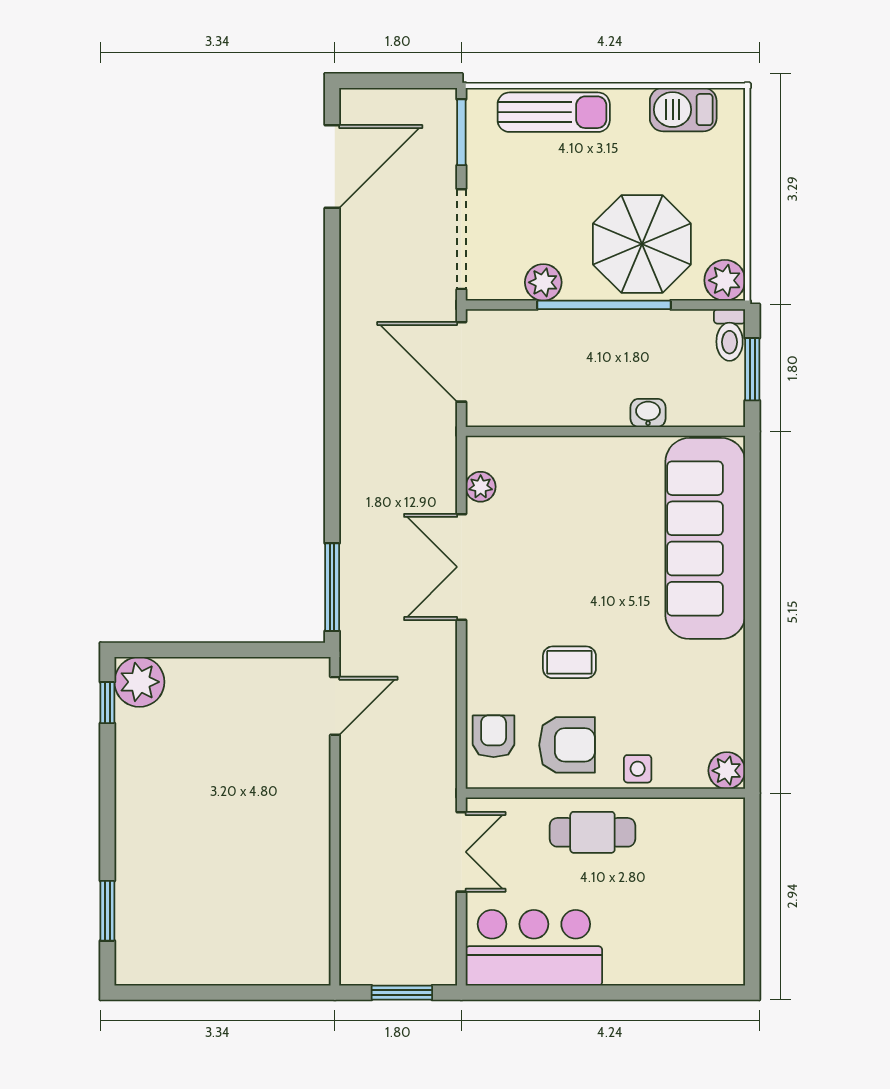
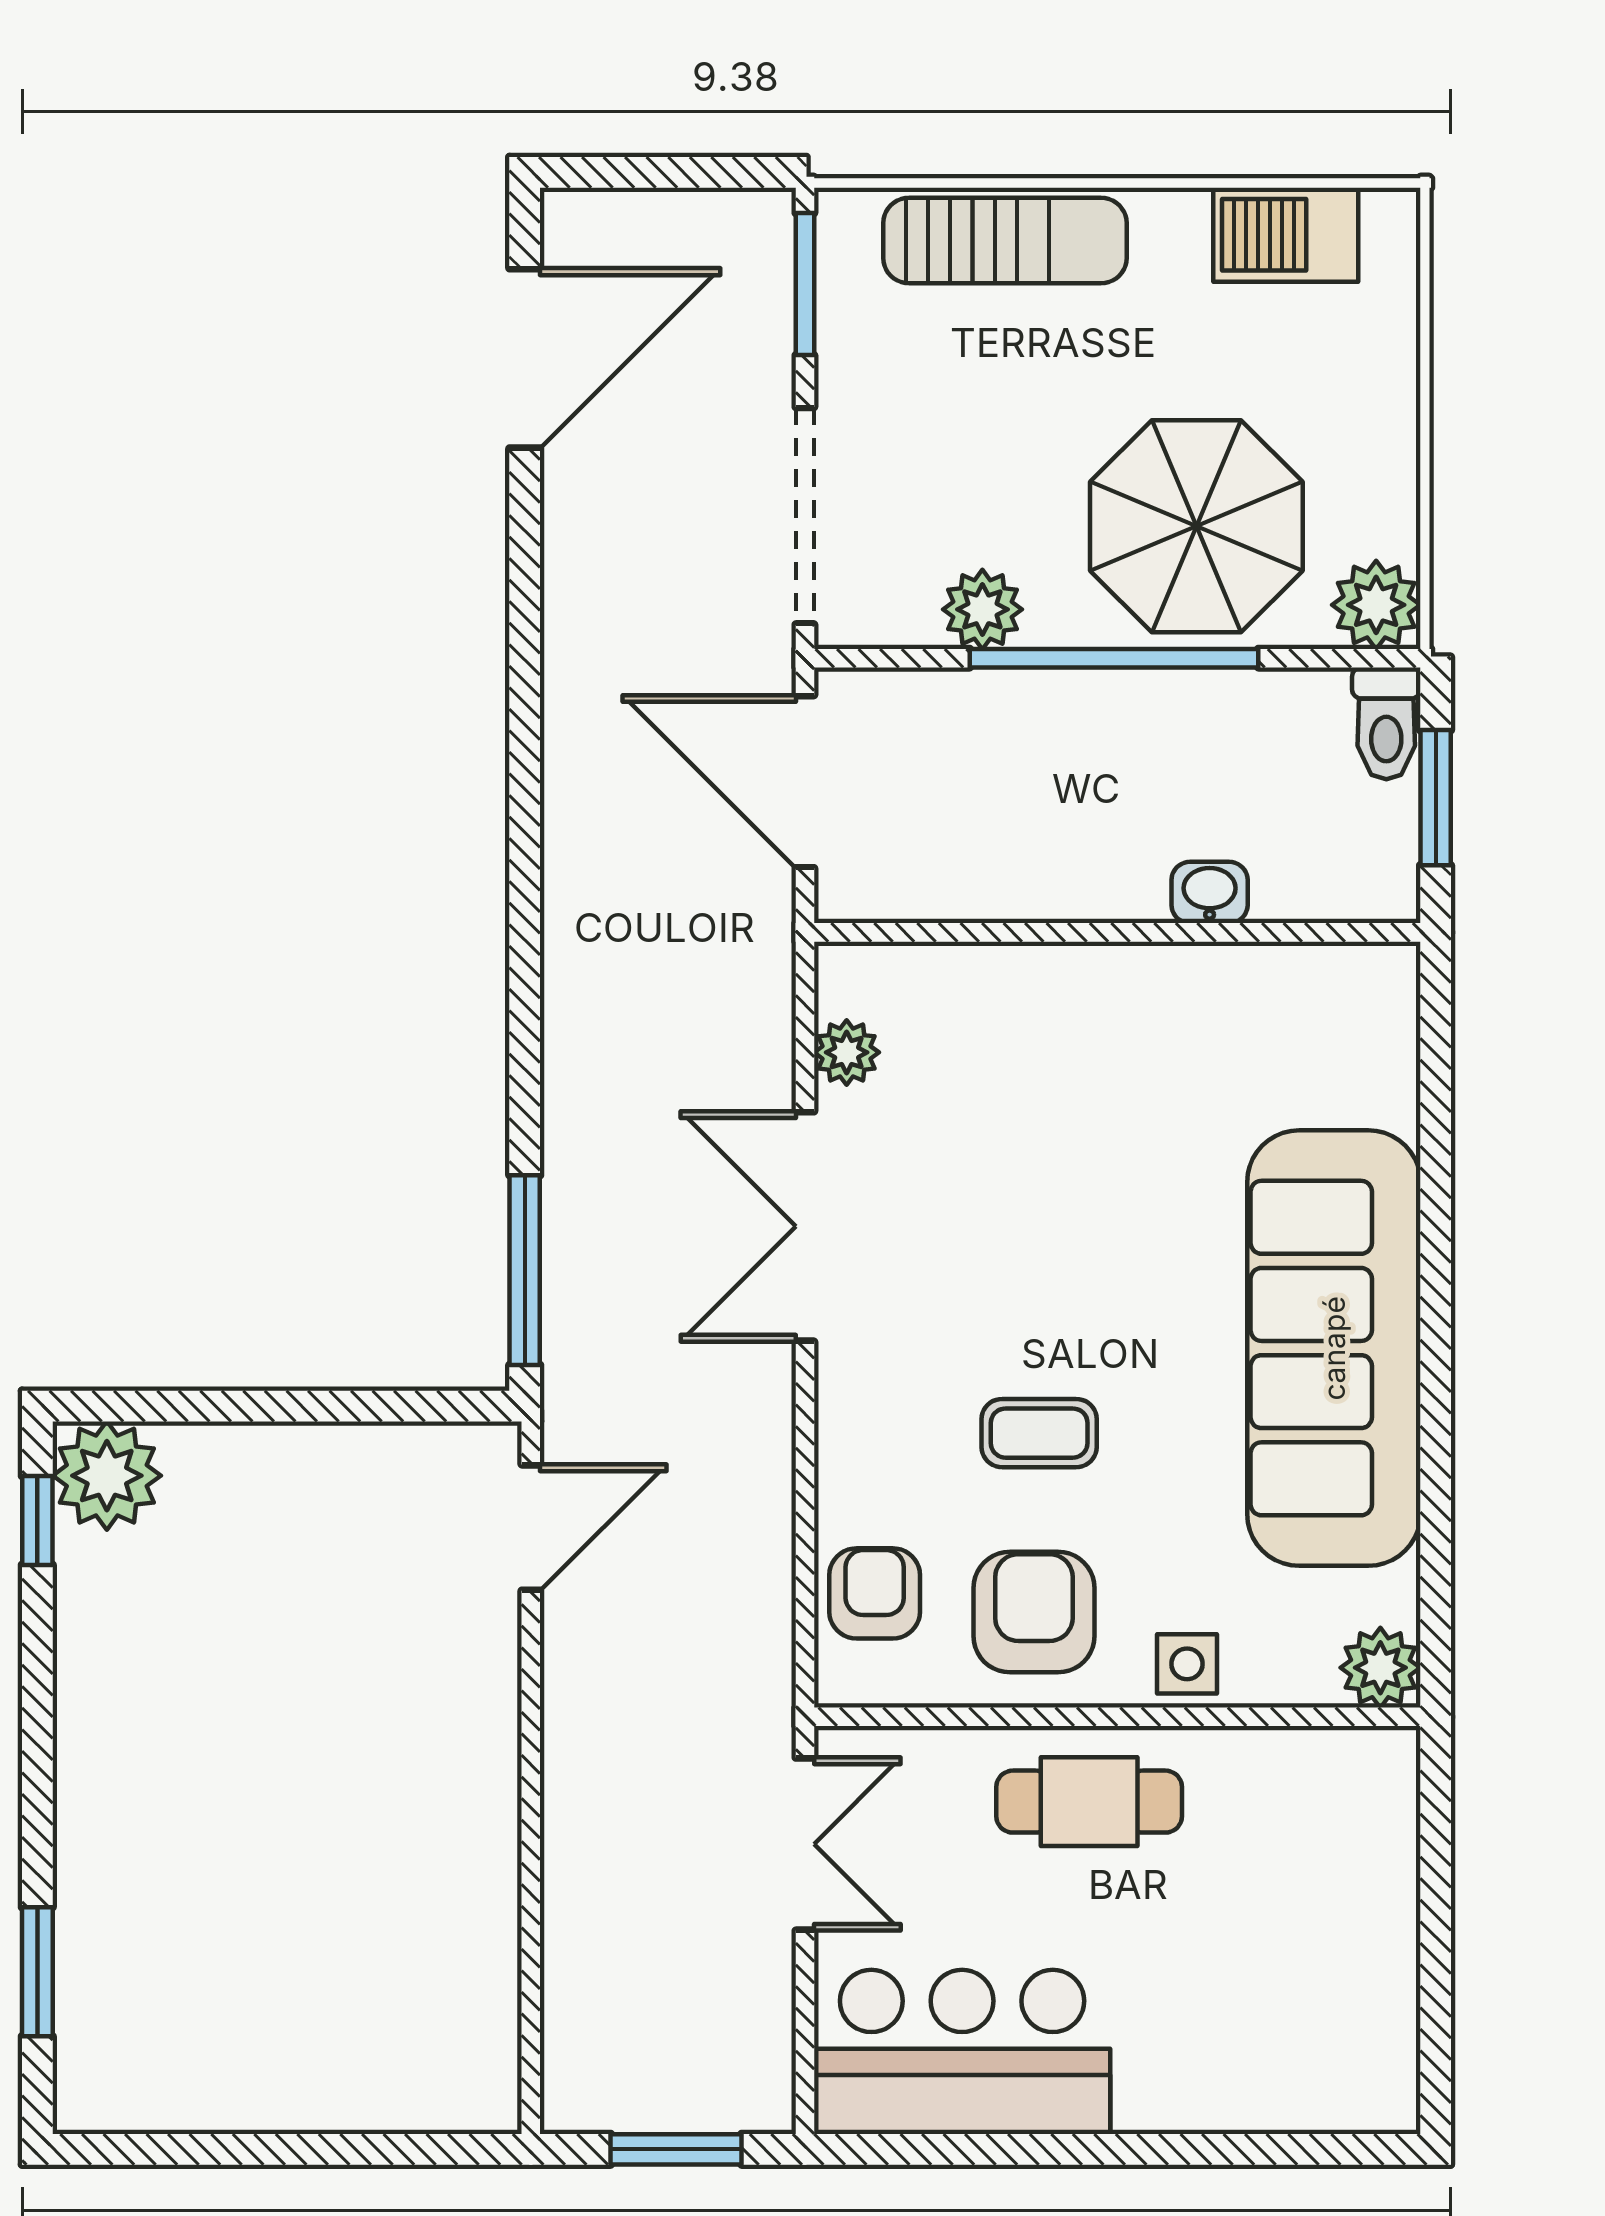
sofa: (705, 538) -> (1334, 1348), moved
armchair: (567, 745) -> (1034, 1612), turned -90

